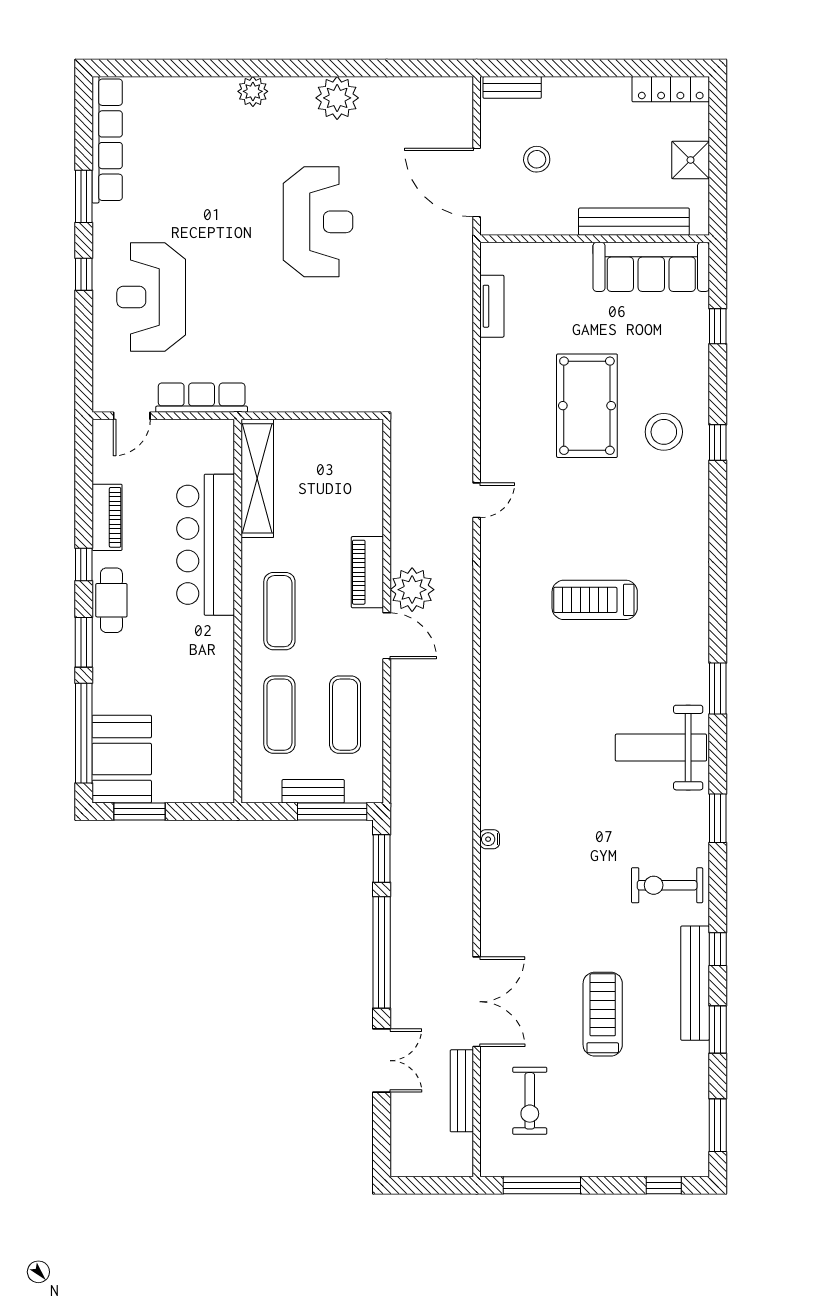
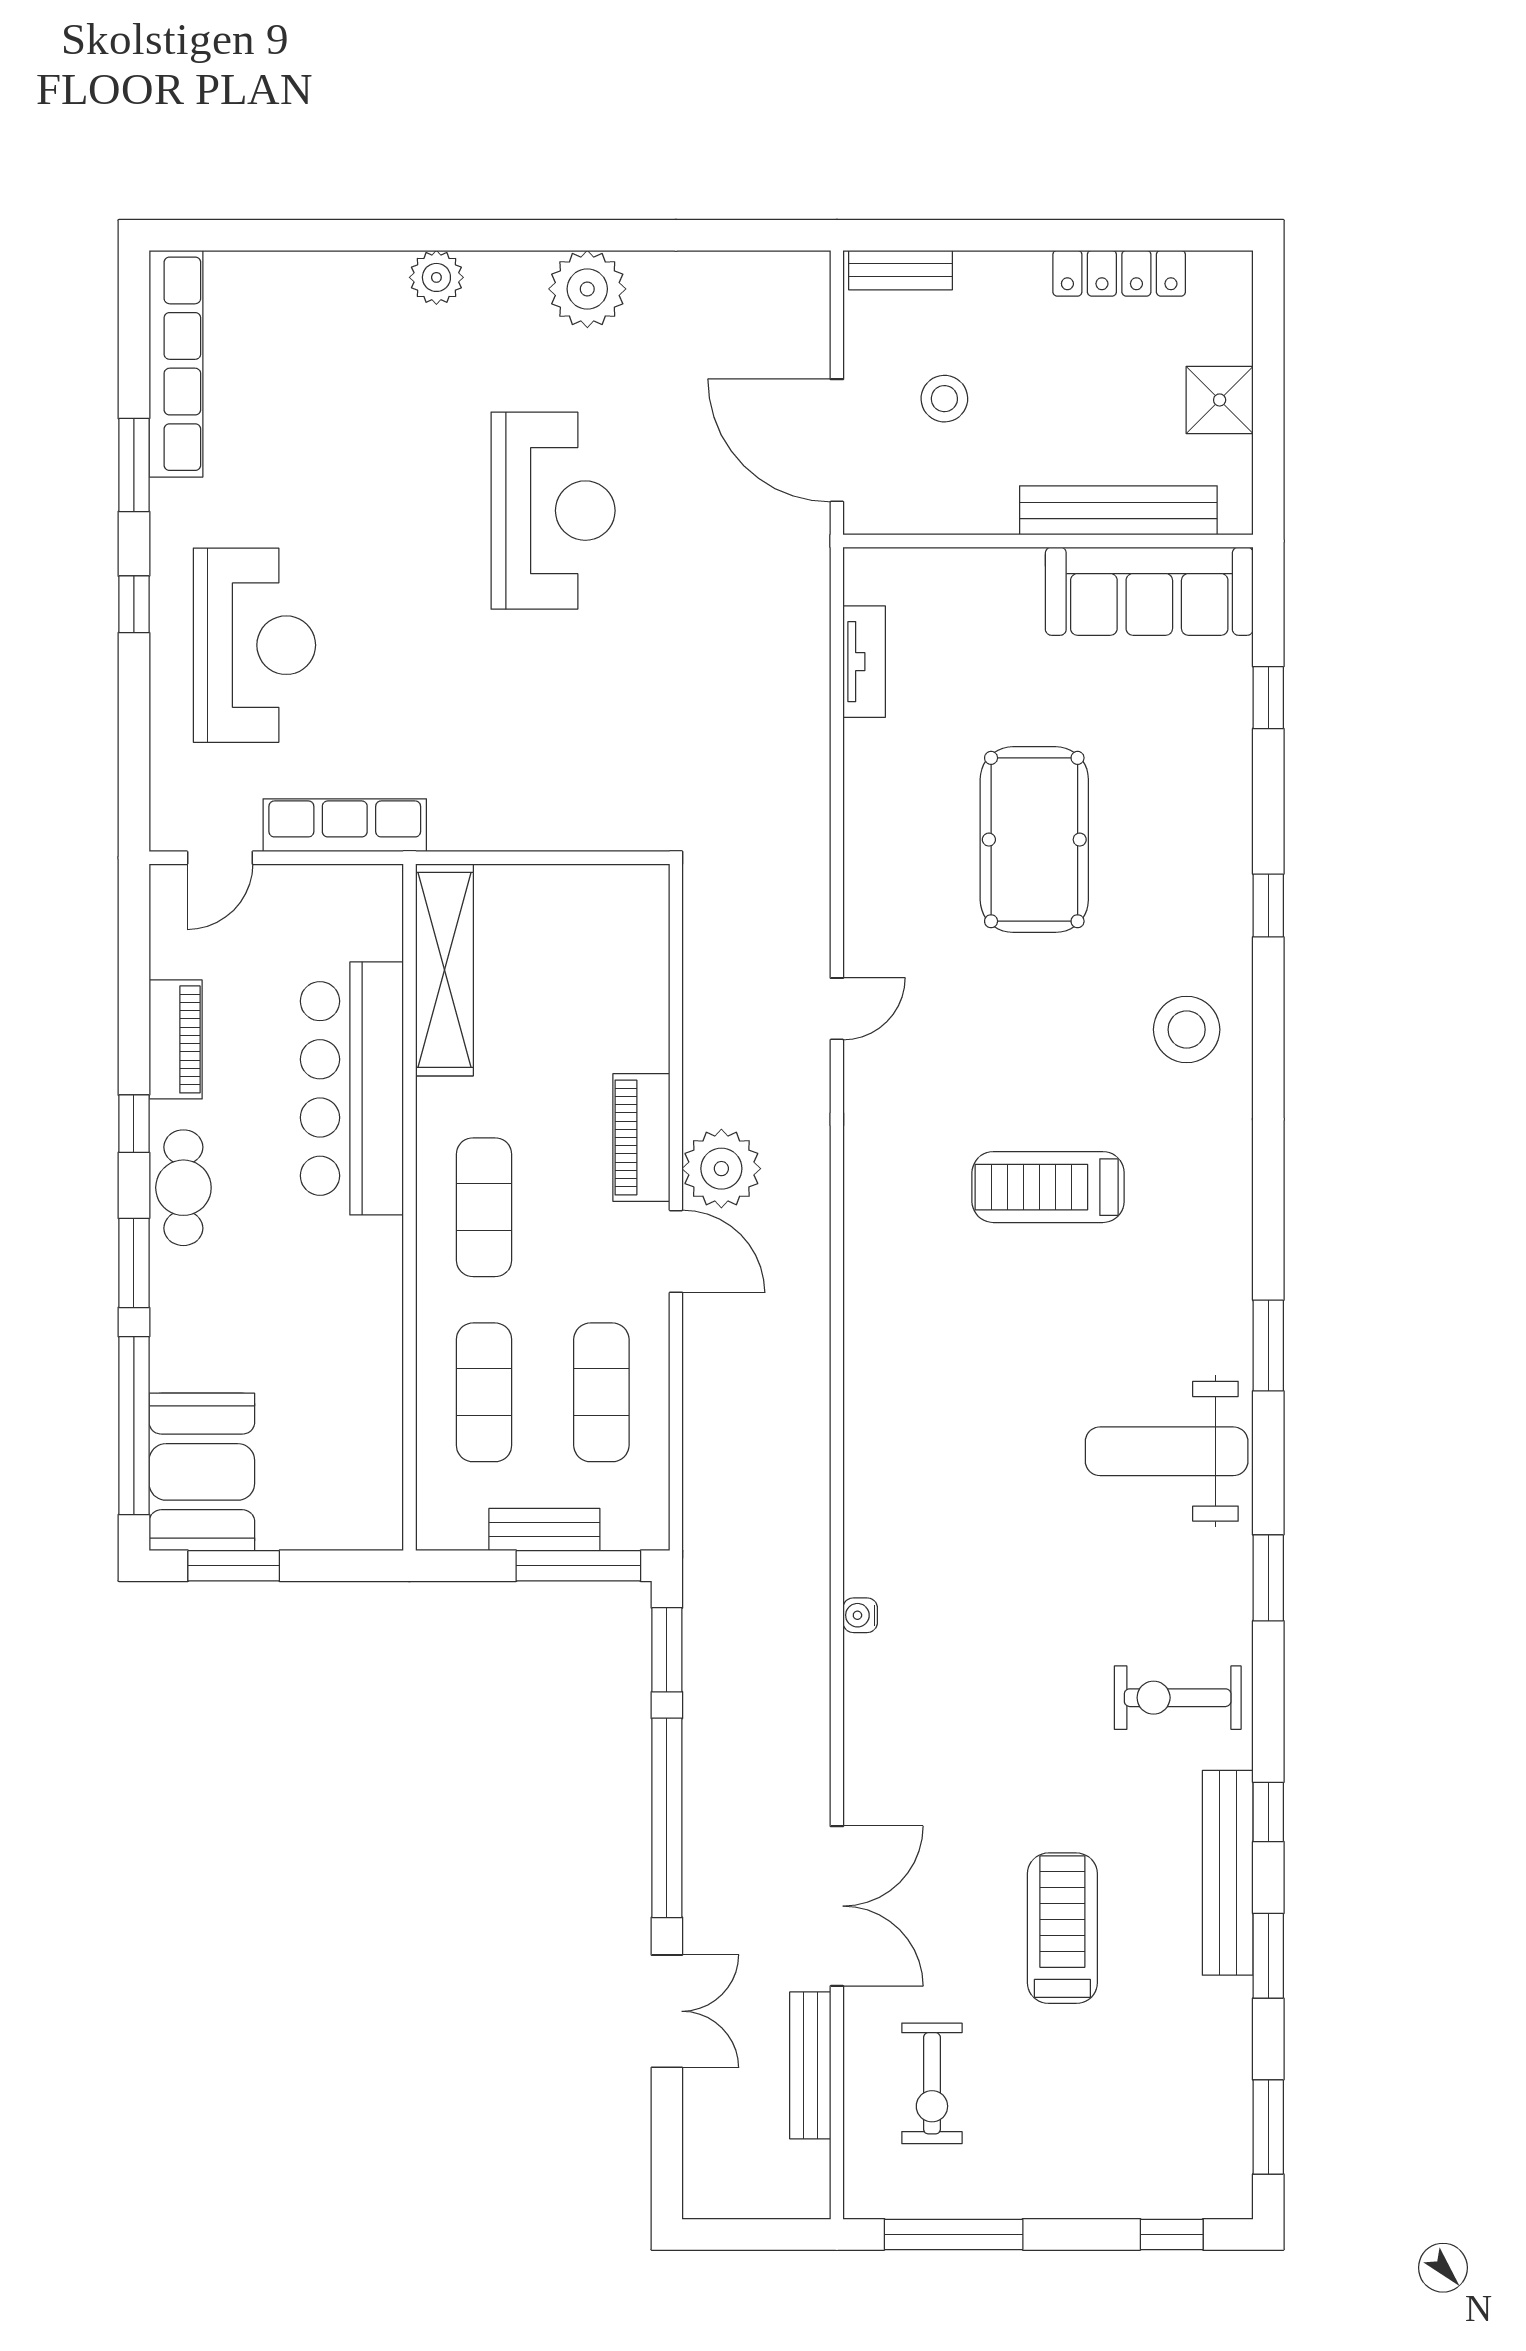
locker: (671, 89) -> (1119, 273), moved
reception desk: (151, 297) -> (254, 645), turned 180
stool: (664, 432) -> (1187, 1030), moved

